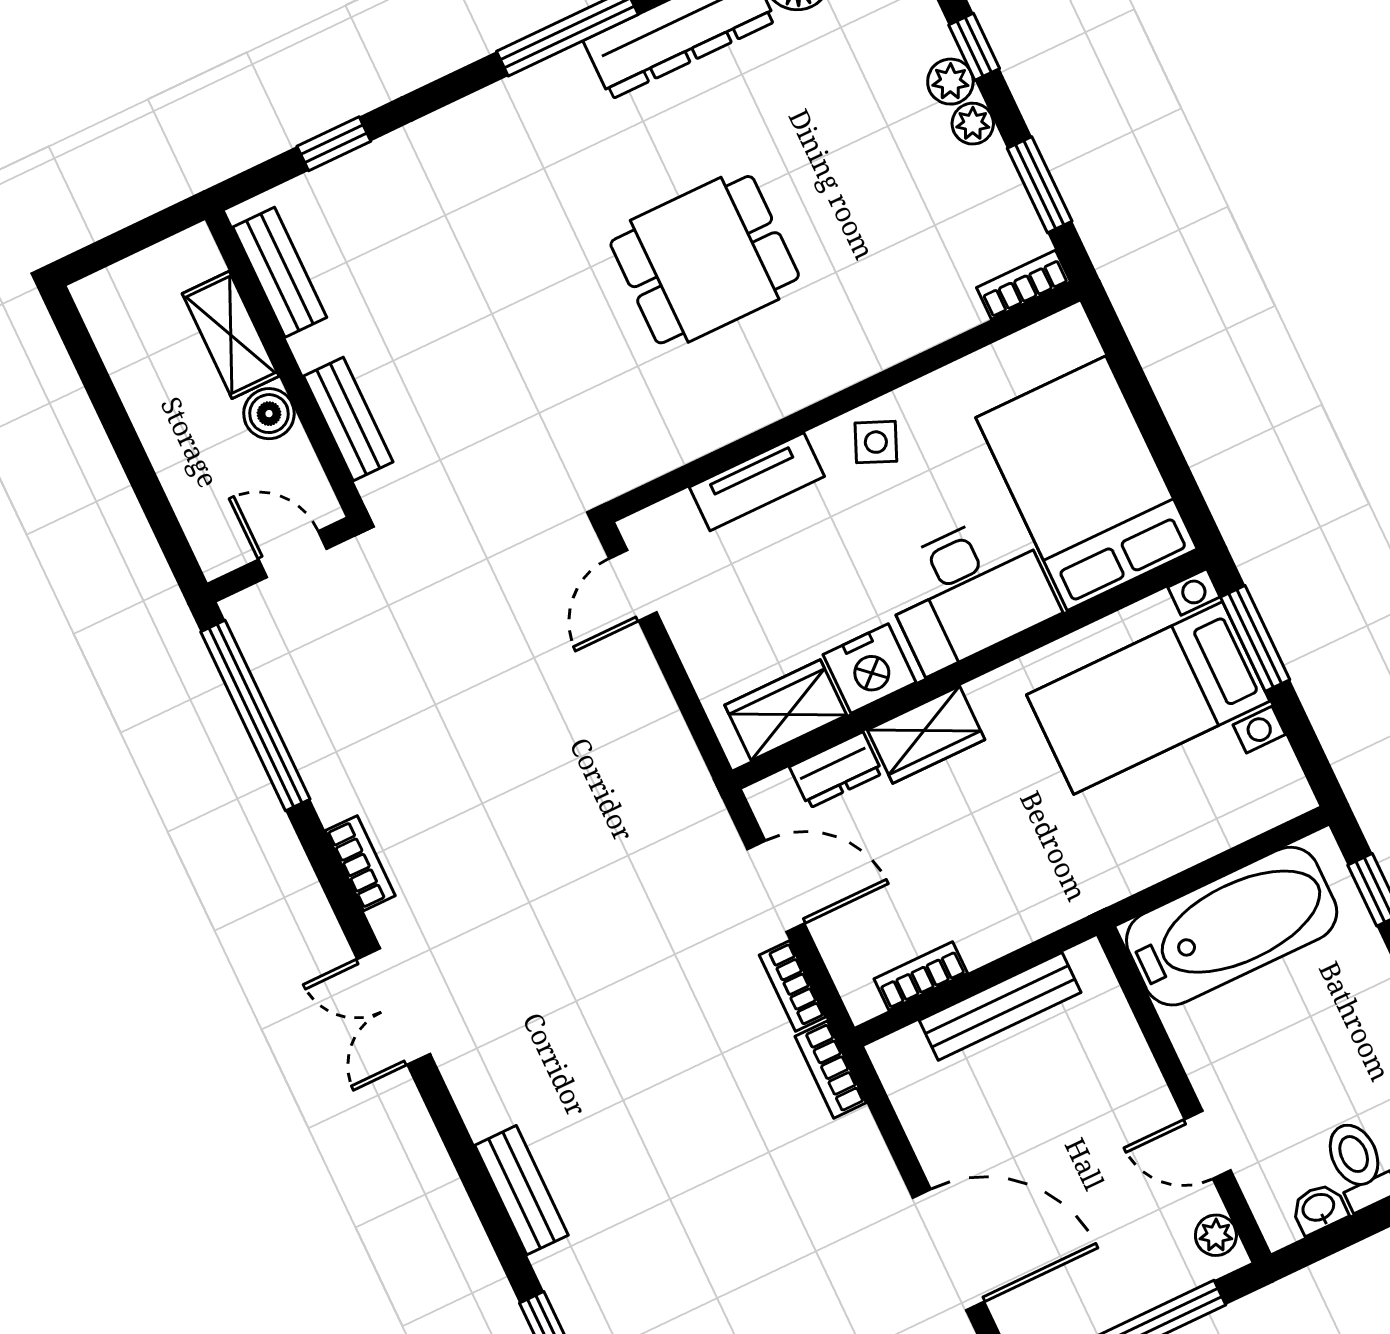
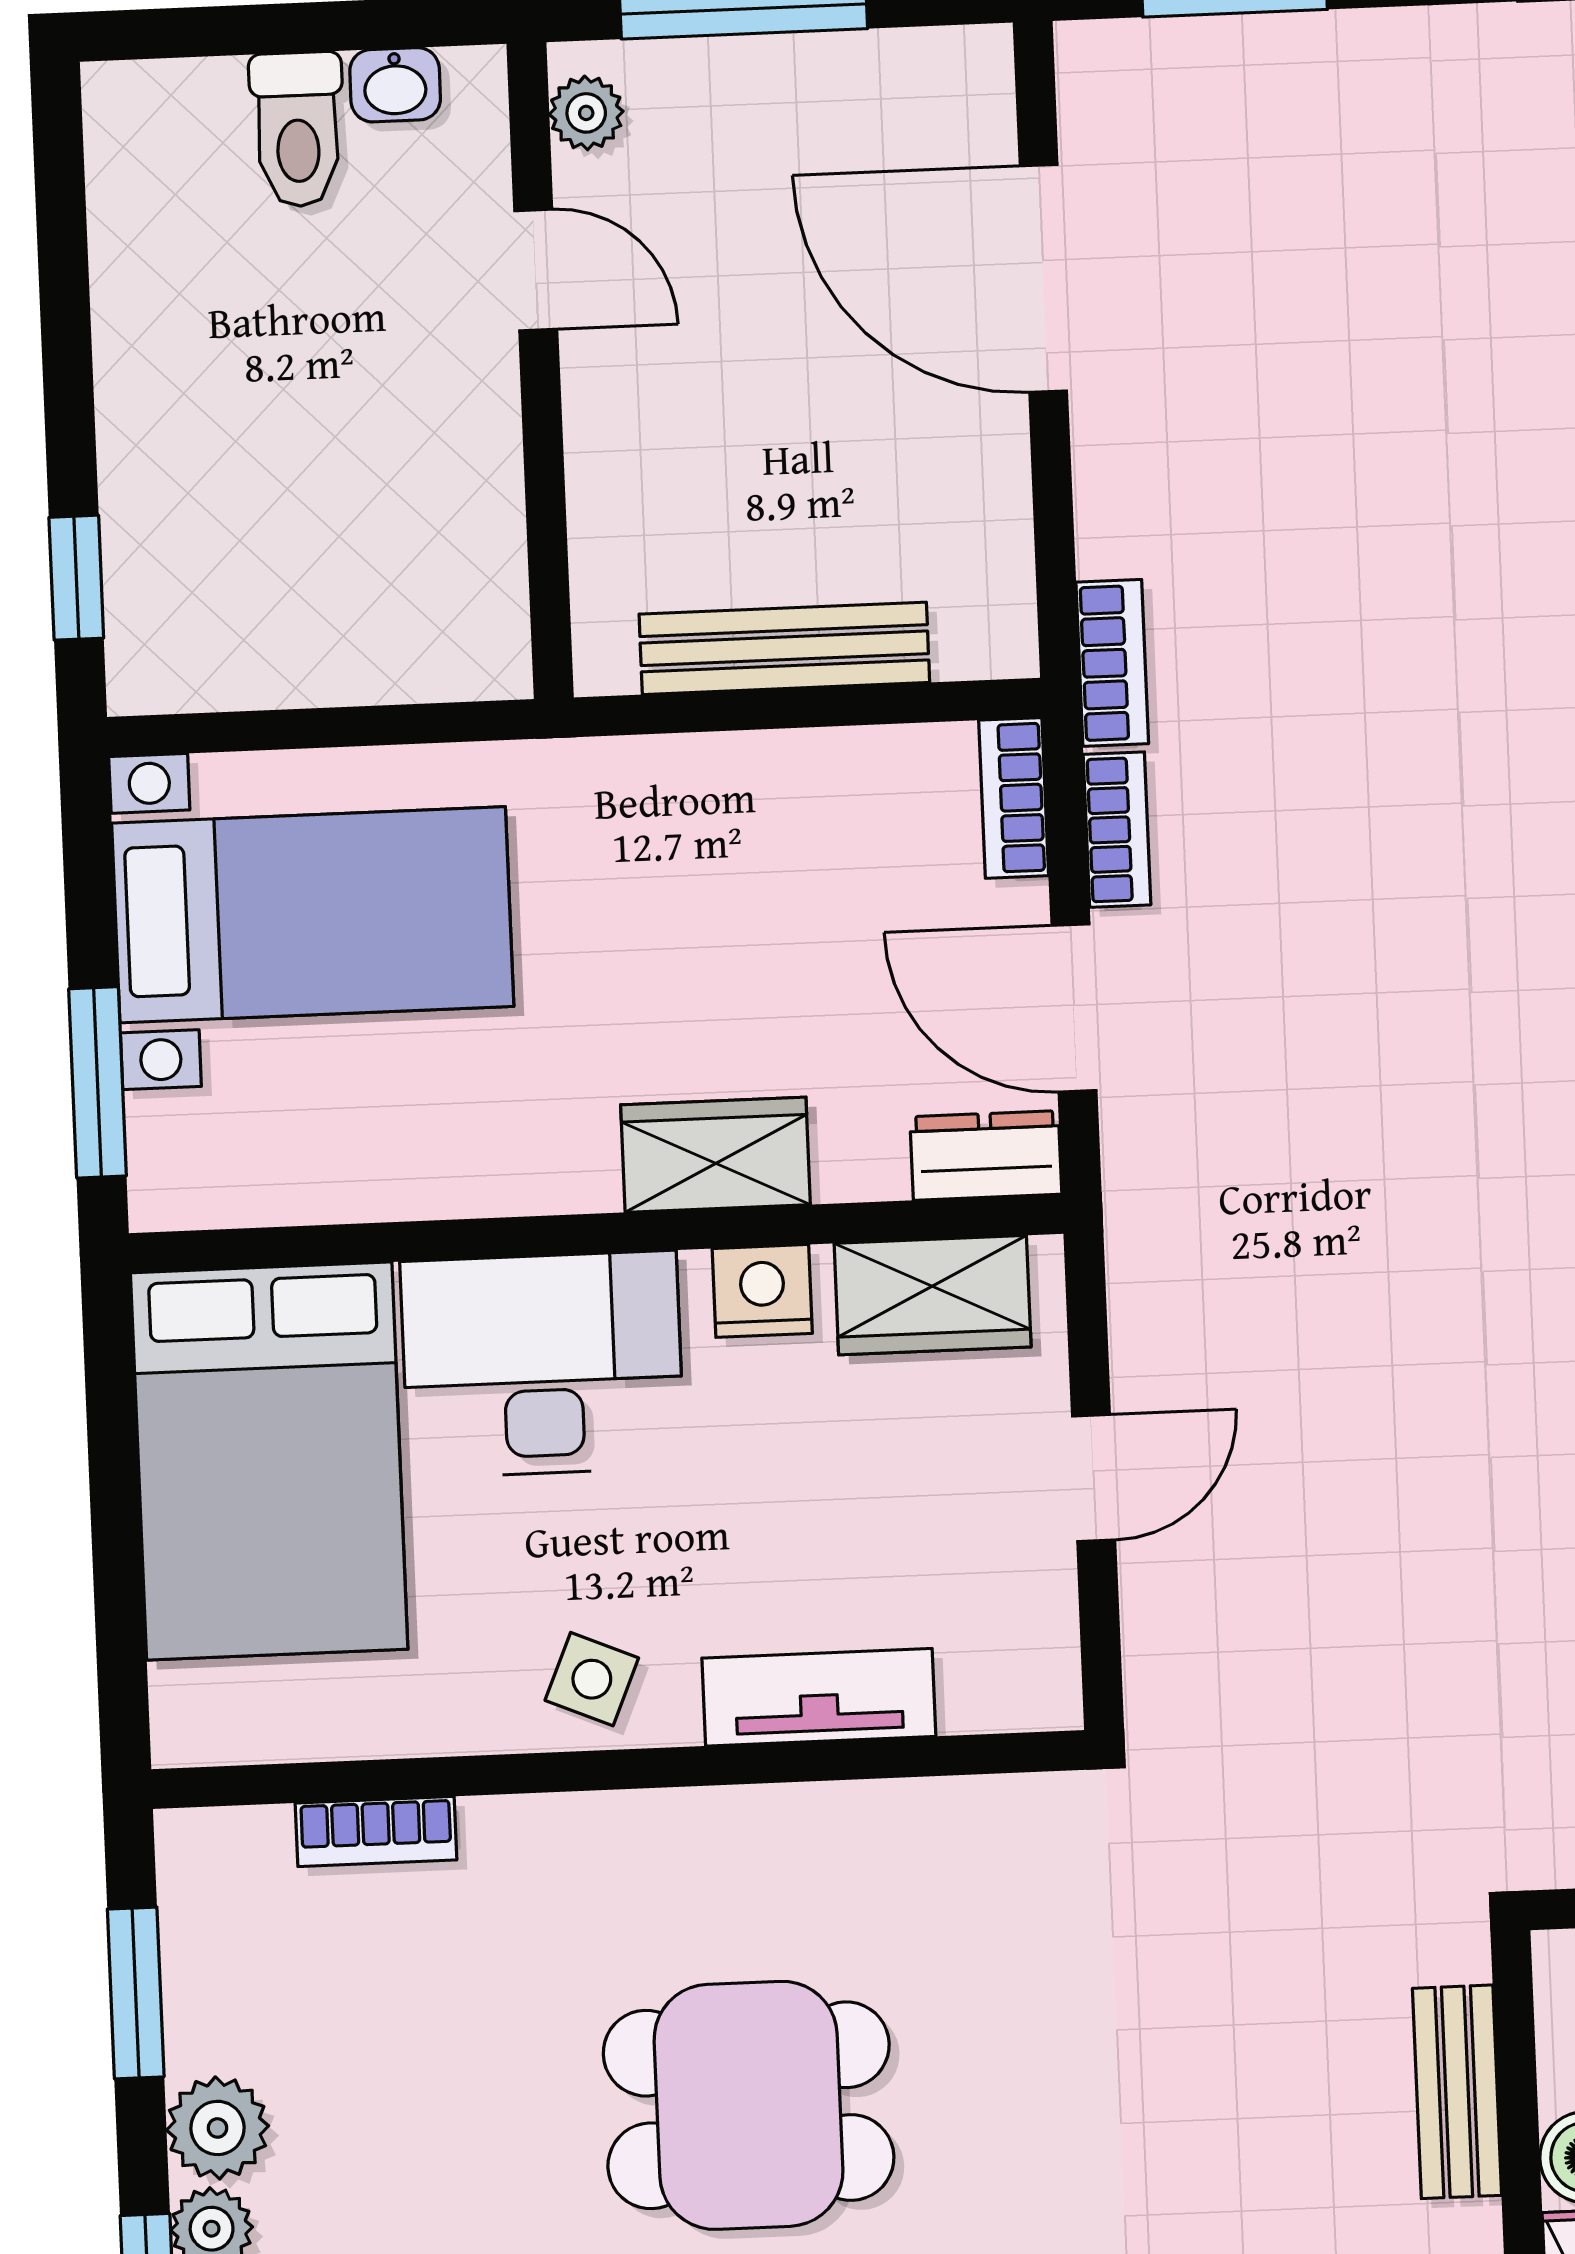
plant: (973, 124) -> (217, 2128), width x1.38, depth x1.38
bookcase: (1023, 285) -> (376, 1831), moved
door: (633, 585) -> (1094, 1478), moved
nightstand: (870, 668) -> (762, 1291), width x0.74, depth x0.75
bed with nightstands: (1148, 698) -> (313, 915), moved
dresser: (836, 770) -> (986, 1155), moved
bathtub: (1232, 926) -> (341, 618), removed
bookcase: (921, 976) -> (1014, 798), moved, turned 90

